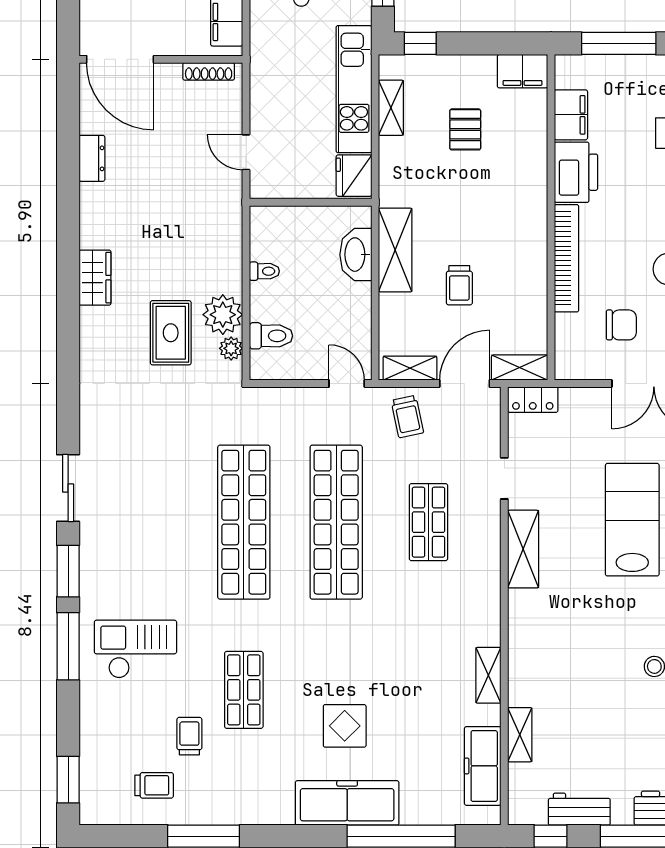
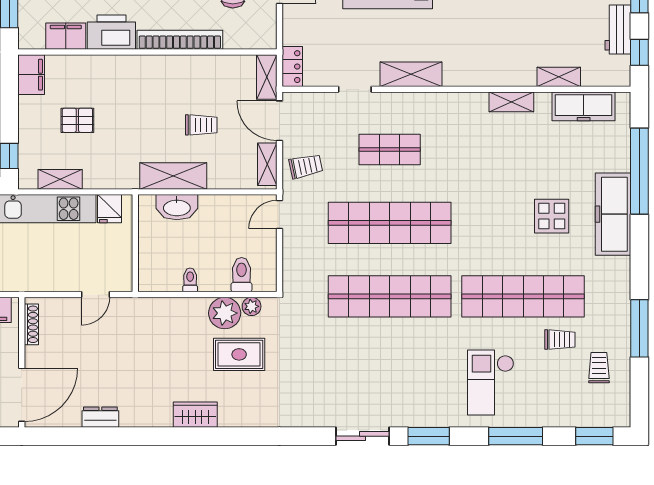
fridge: (354, 176) -> (110, 209), width x0.72
window: (68, 646) -> (516, 436), moved
shop shelf: (244, 690) -> (523, 296), width x2.00, depth x1.36
trolley: (189, 736) -> (560, 340), turned 180

